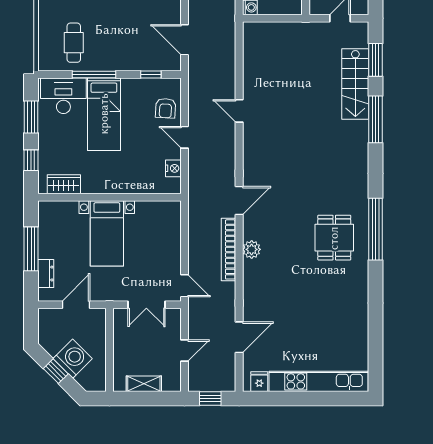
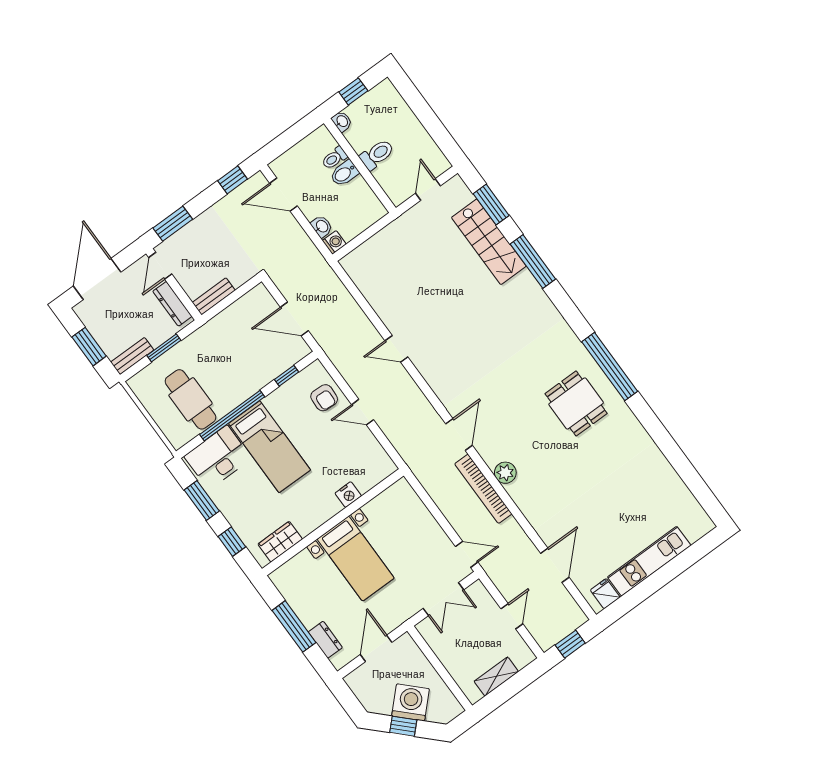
cafe table: (74, 43) -> (190, 399), width x1.37, depth x1.35
window: (94, 74) -> (232, 416), width x1.46
nightstand: (173, 168) -> (348, 495), moved, turned 90
kitchen unit: (319, 381) -> (649, 561), width x0.73

